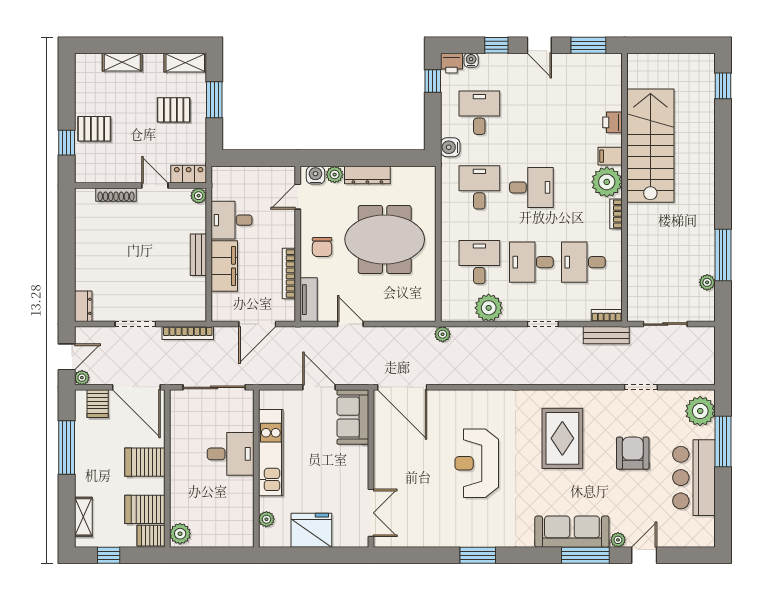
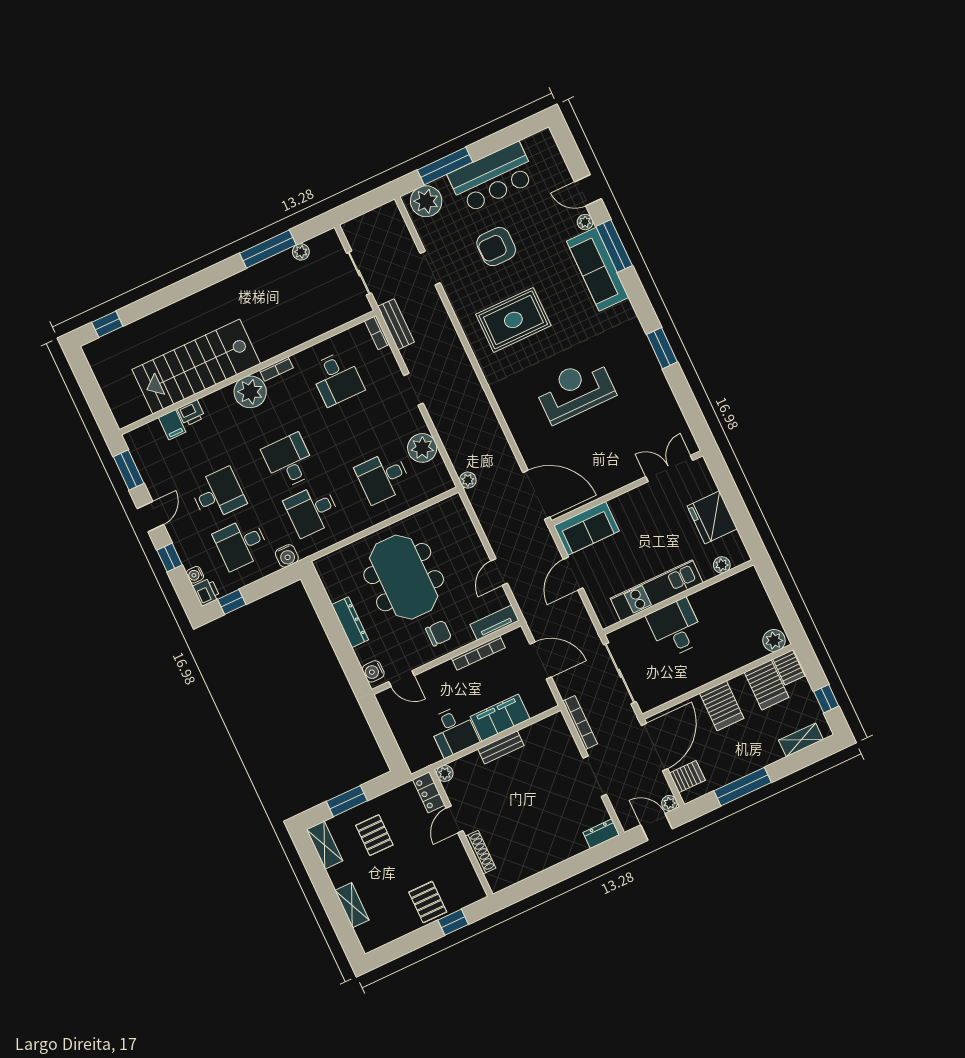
filing cabinet: (610, 156) -> (172, 425), moved
plant: (335, 175) -> (364, 654), removed
desk: (531, 262) -> (218, 494), moved, turned -90
door: (402, 387) -> (536, 495), hinge flipped
reception desk: (477, 463) -> (575, 390), turned 180

